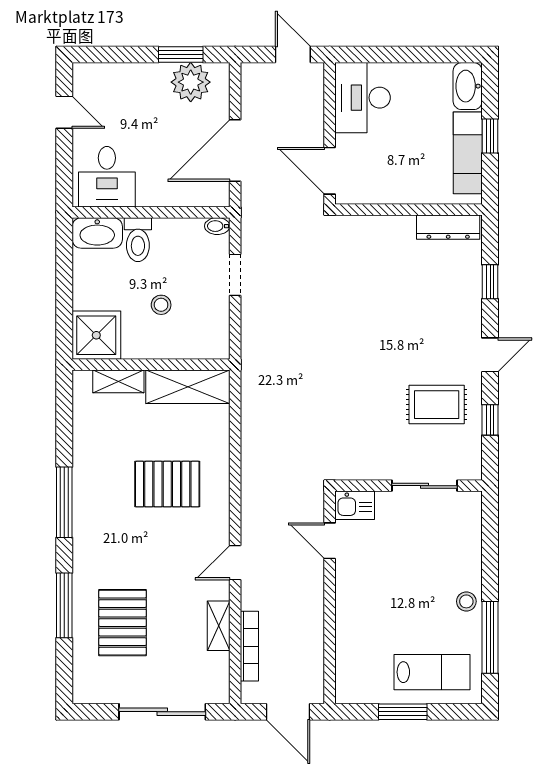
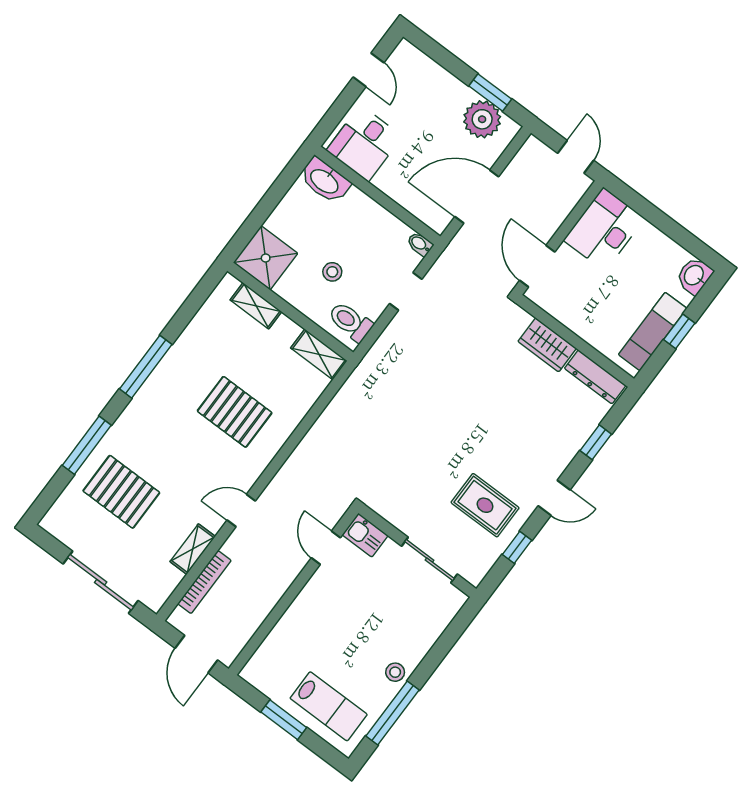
washbasin: (468, 86) -> (694, 276), width x0.72
wardrobe: (388, 231) -> (547, 345), added
toilet: (138, 240) -> (350, 322), moved, turned 90
shelving: (188, 387) -> (319, 354), width x0.67, depth x0.75
pallet: (123, 623) -> (121, 492), turned 90

